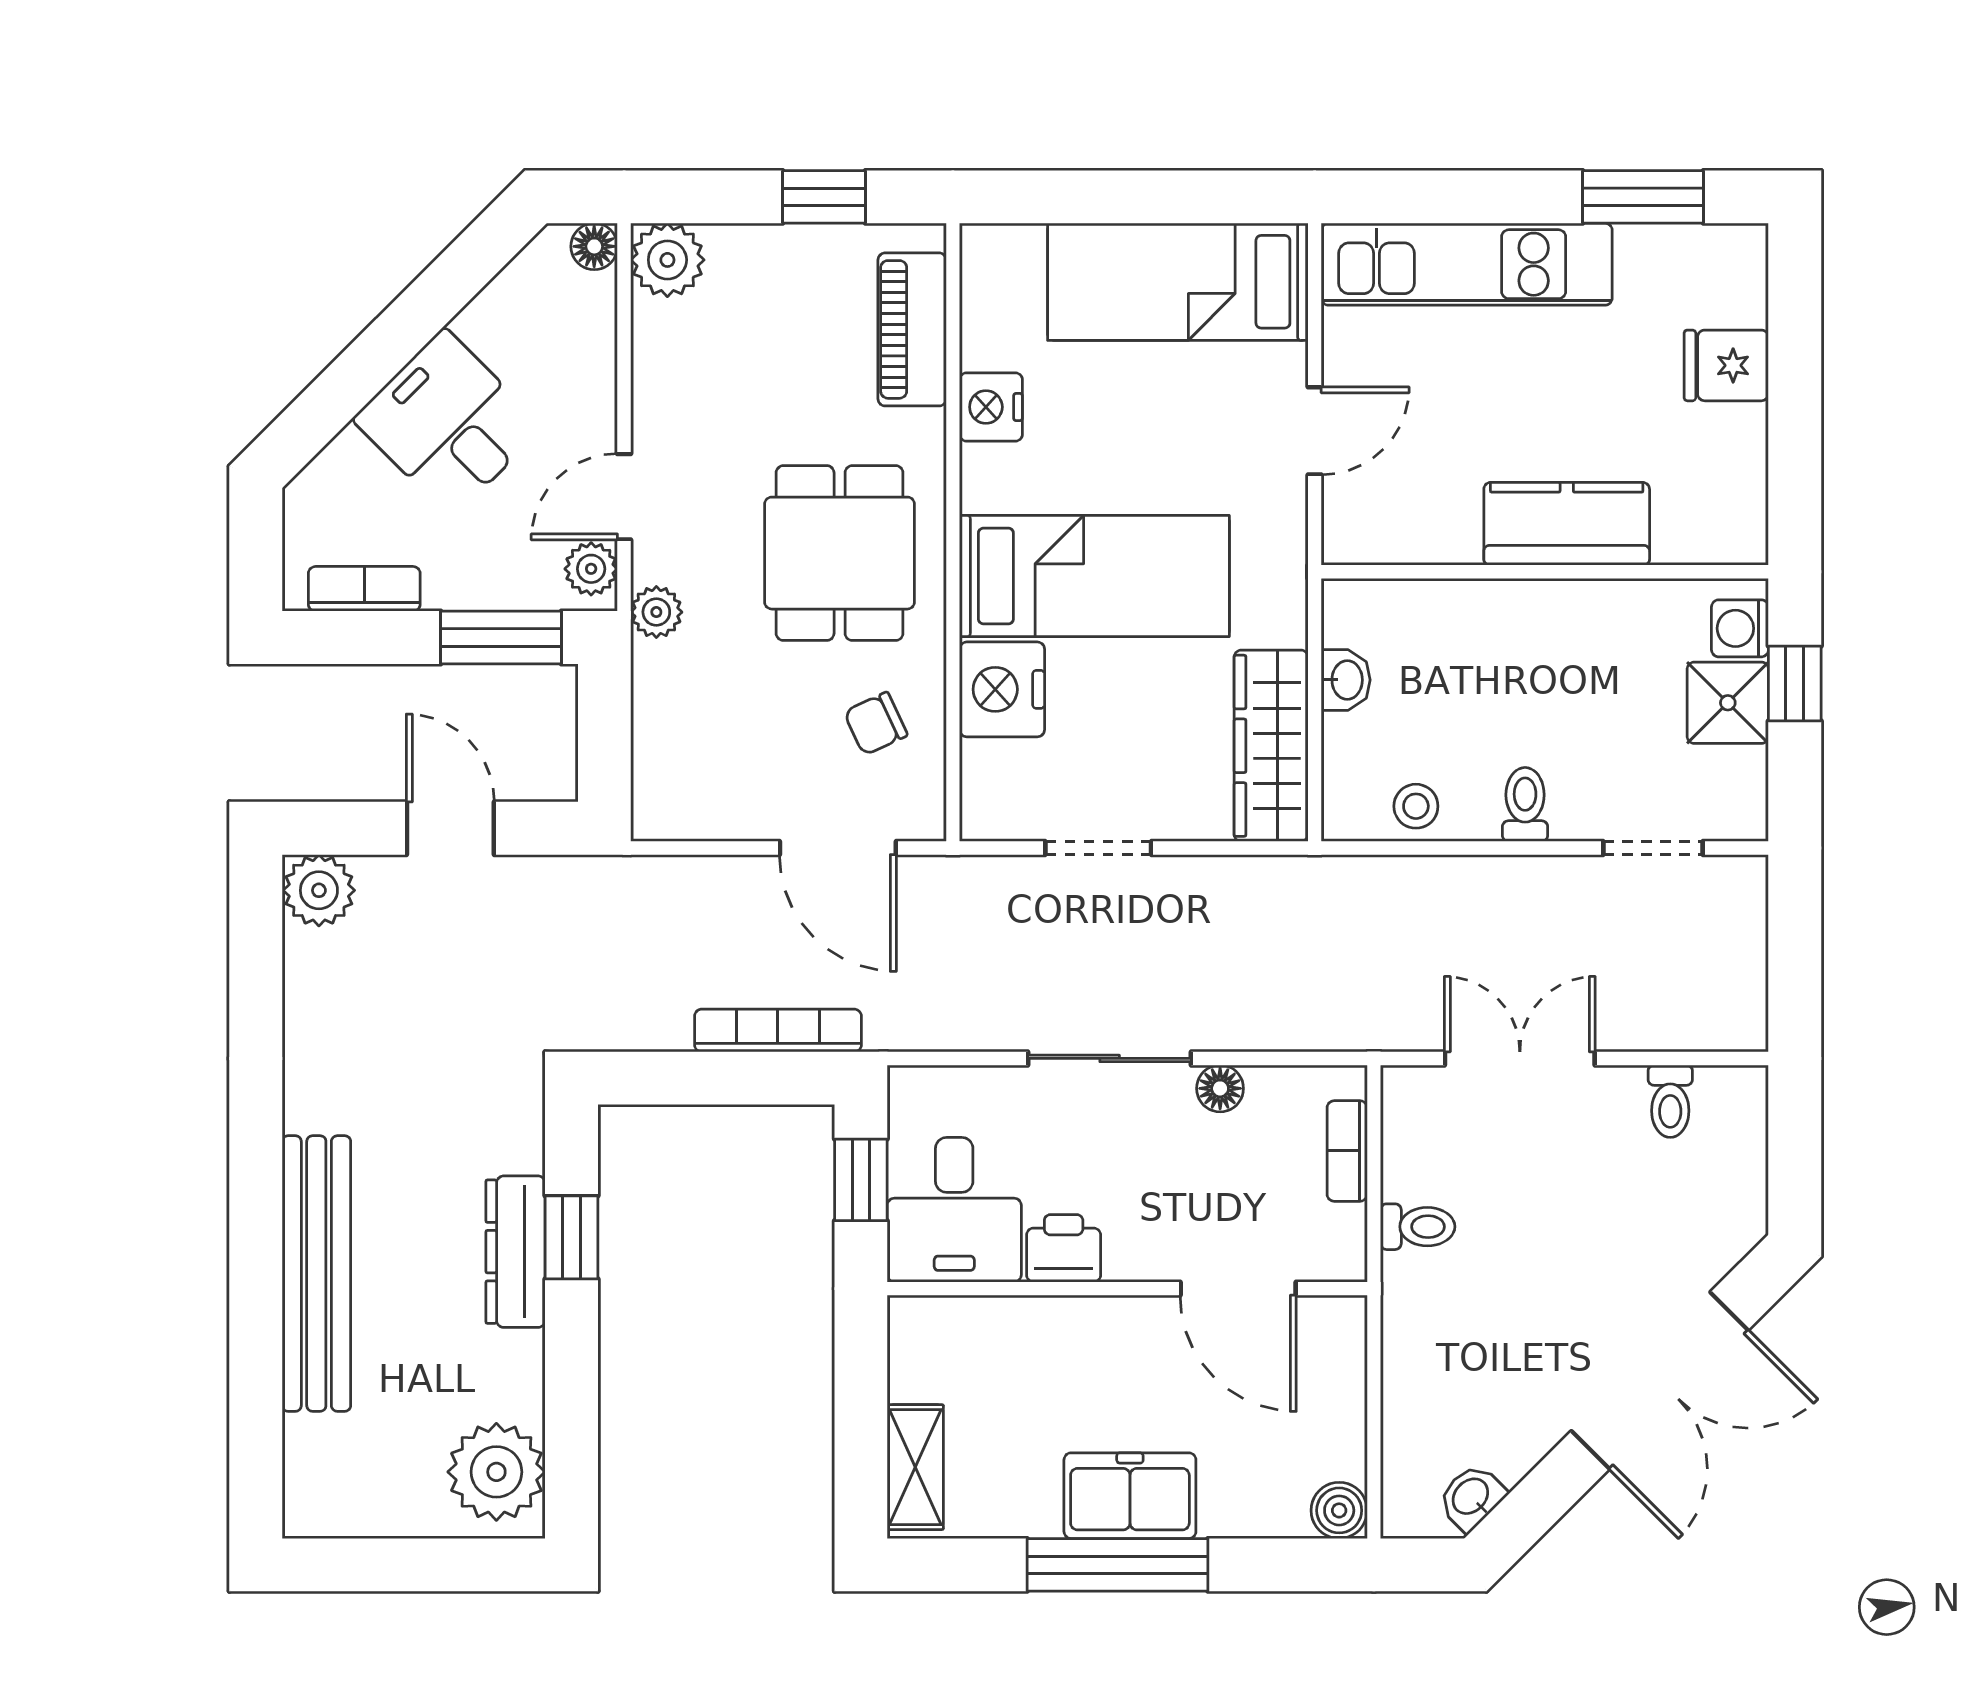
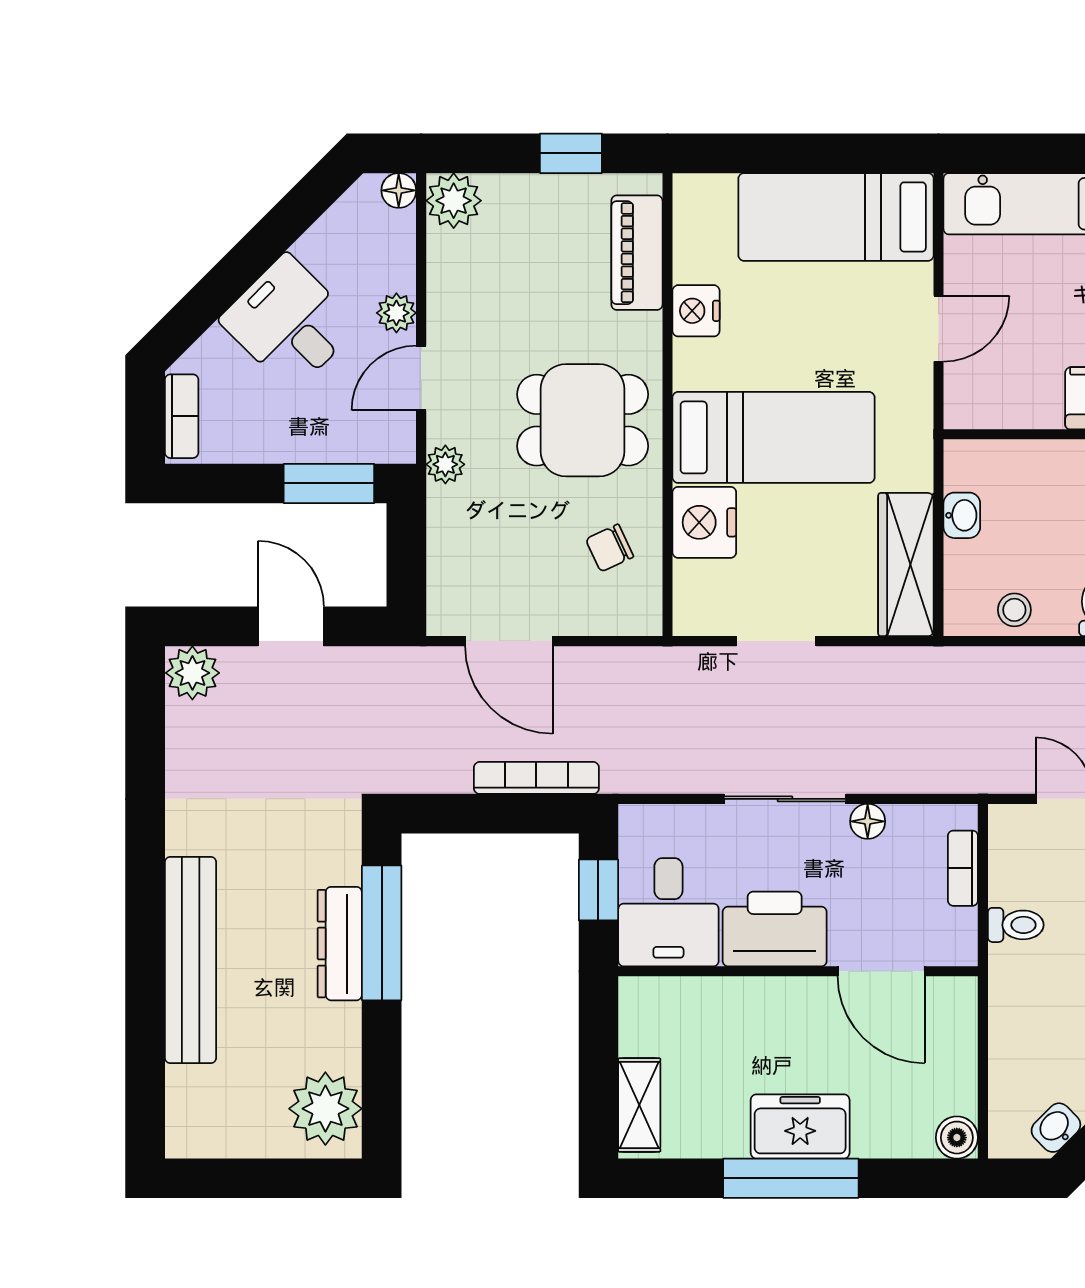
dining table: (840, 553) -> (583, 420), turned 90
plant: (591, 569) -> (396, 313), moved
bookcase: (364, 589) -> (182, 416), moved, turned 90
door: (838, 848) -> (509, 641), moved
window: (571, 1237) -> (382, 933), width x2.17
printer: (1064, 1248) -> (775, 929), width x1.87, depth x1.48

